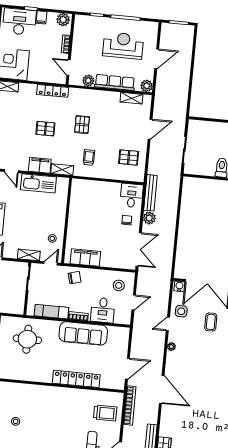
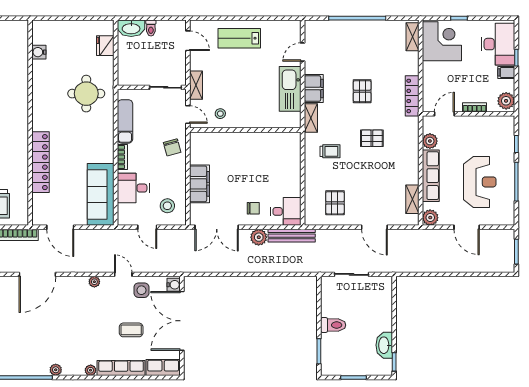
filing cabinet: (85, 258) -> (199, 184), moved
sofa: (83, 333) -> (101, 194), moved

